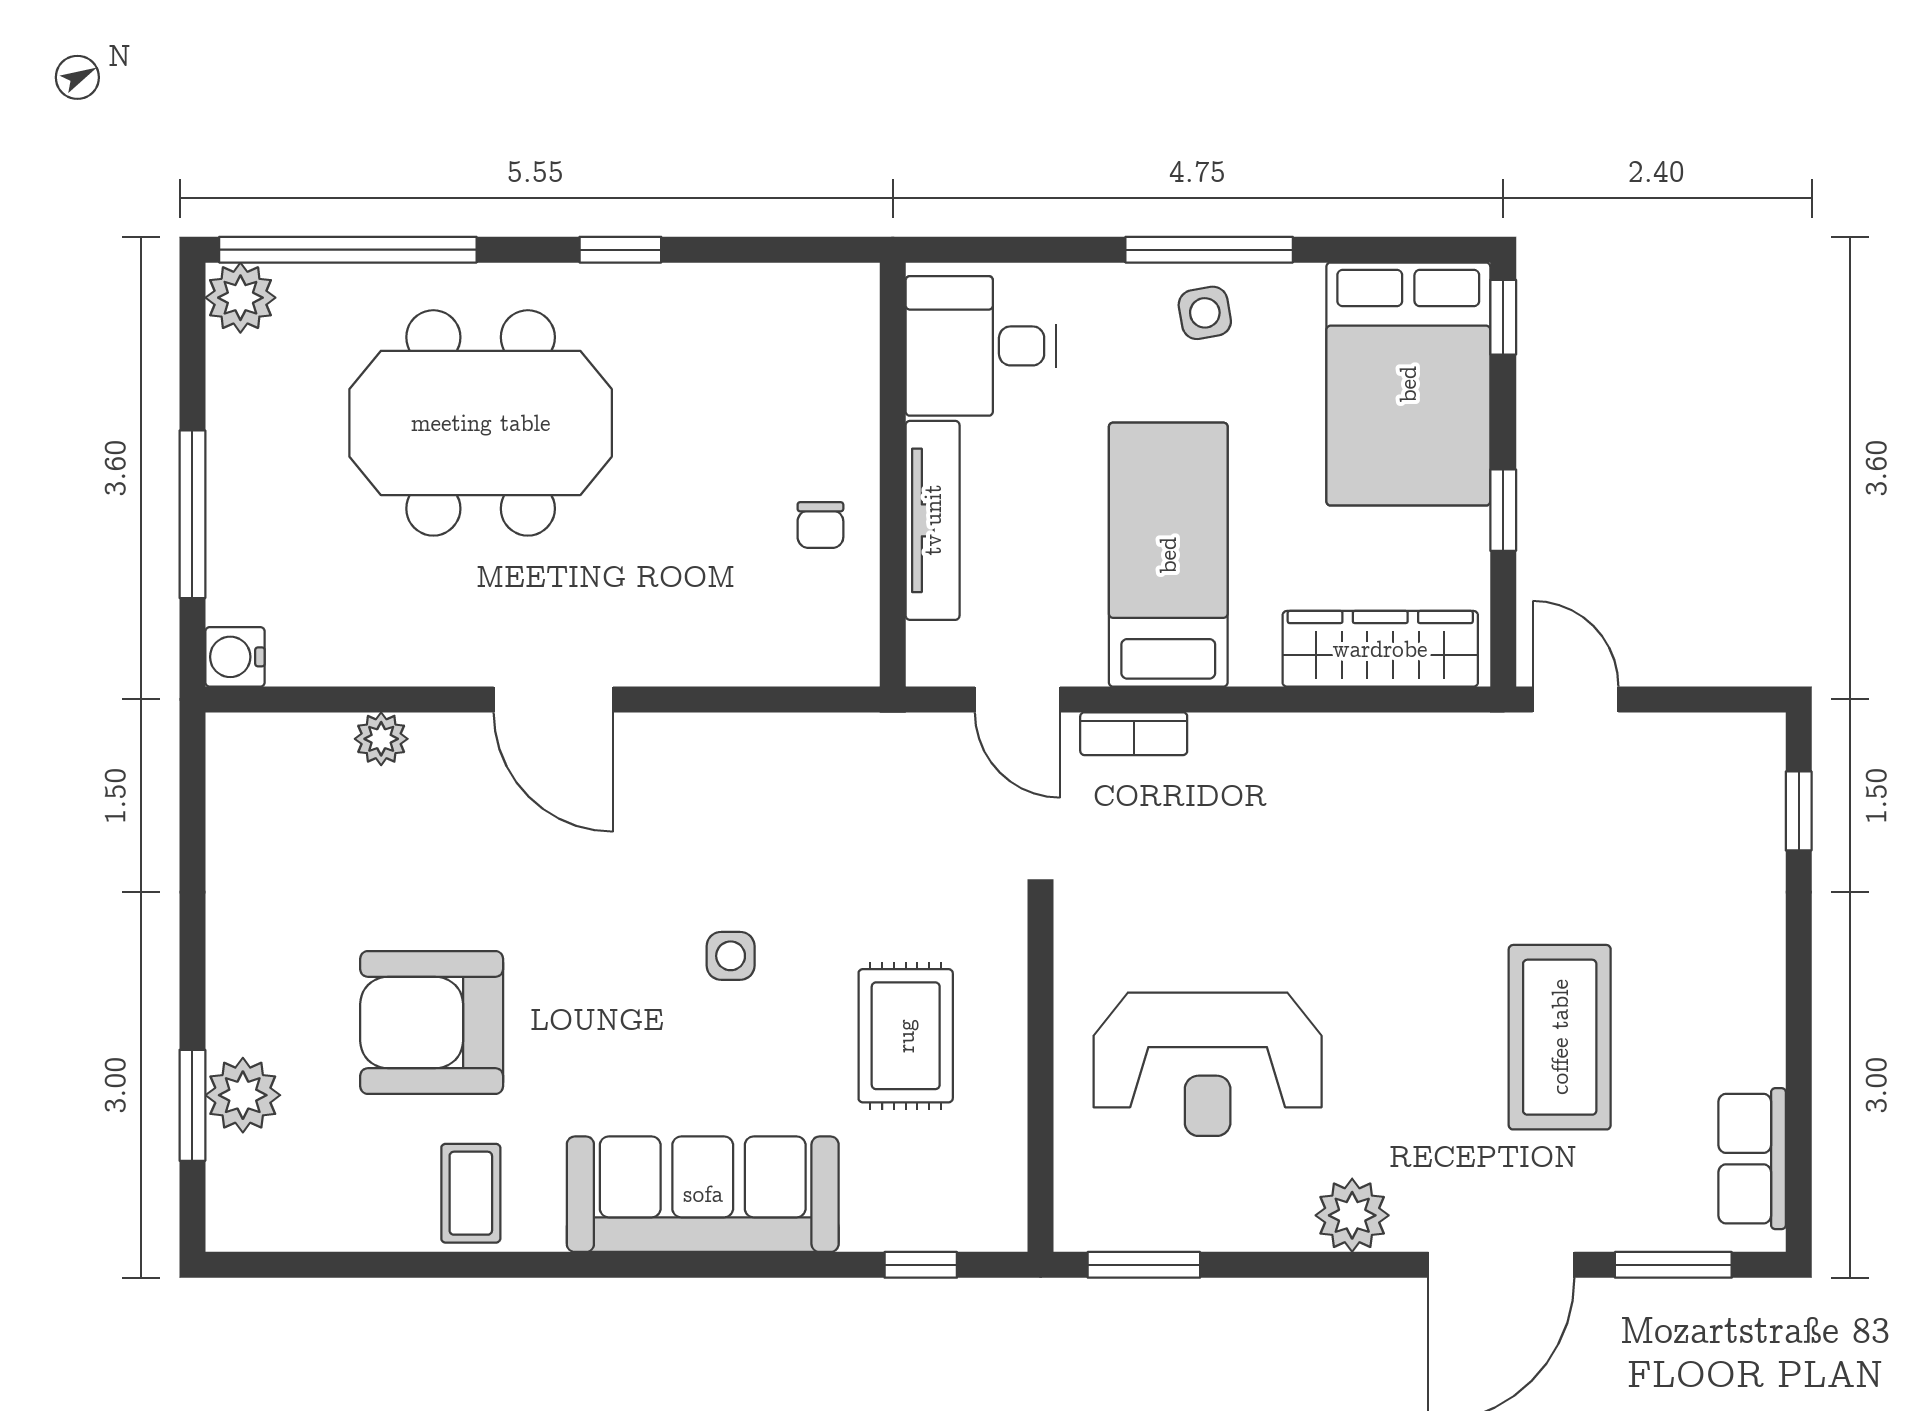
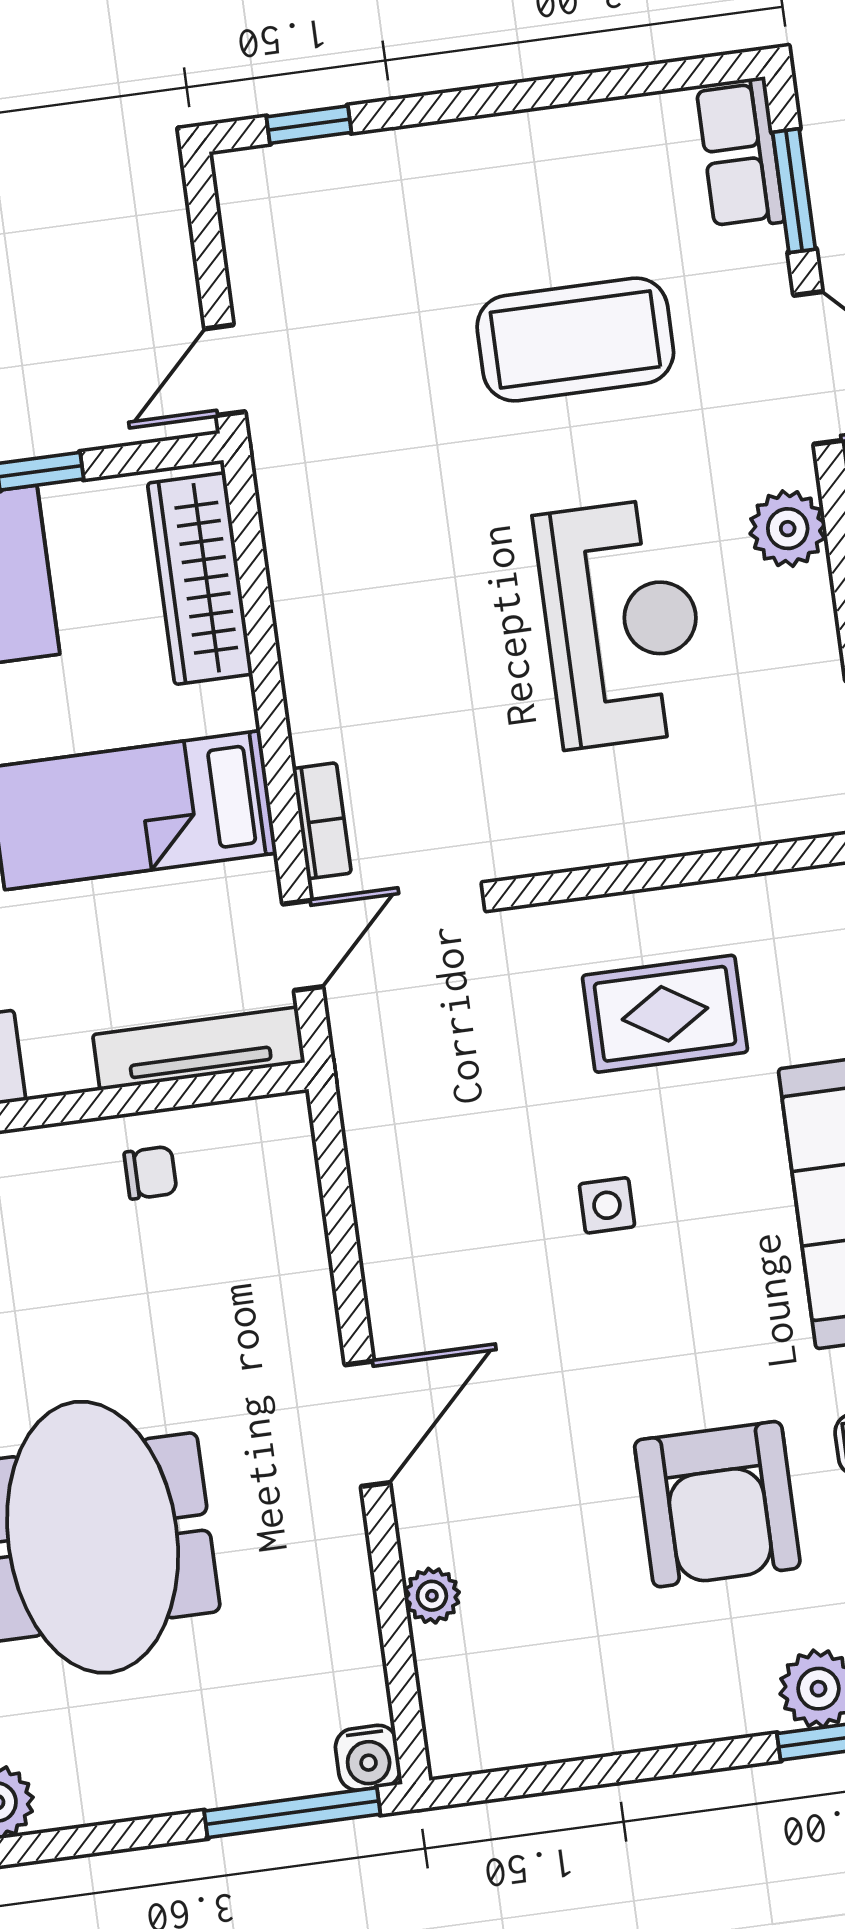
window: (192, 514) -> (292, 1813), moved
tv unit: (933, 520) -> (199, 1049), moved
reception desk: (1208, 1064) -> (622, 623), moved
row of seats: (1752, 1159) -> (740, 154), moved, turned 90

